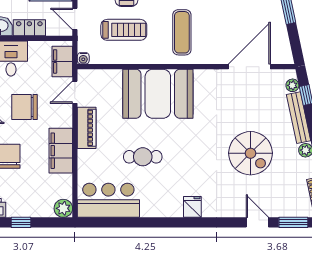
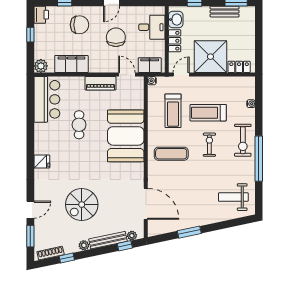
filing cabinet: (61, 151) -> (71, 64), moved

